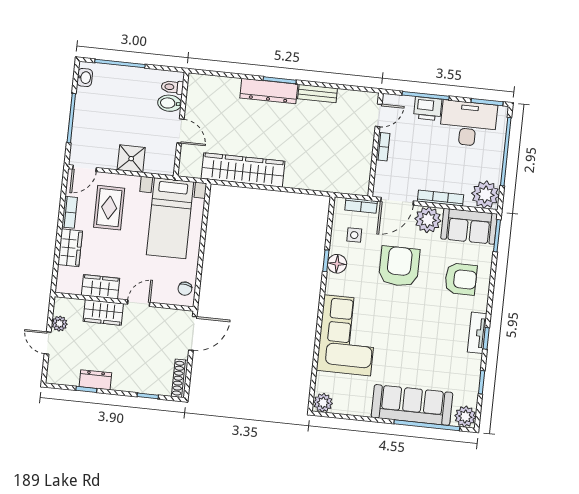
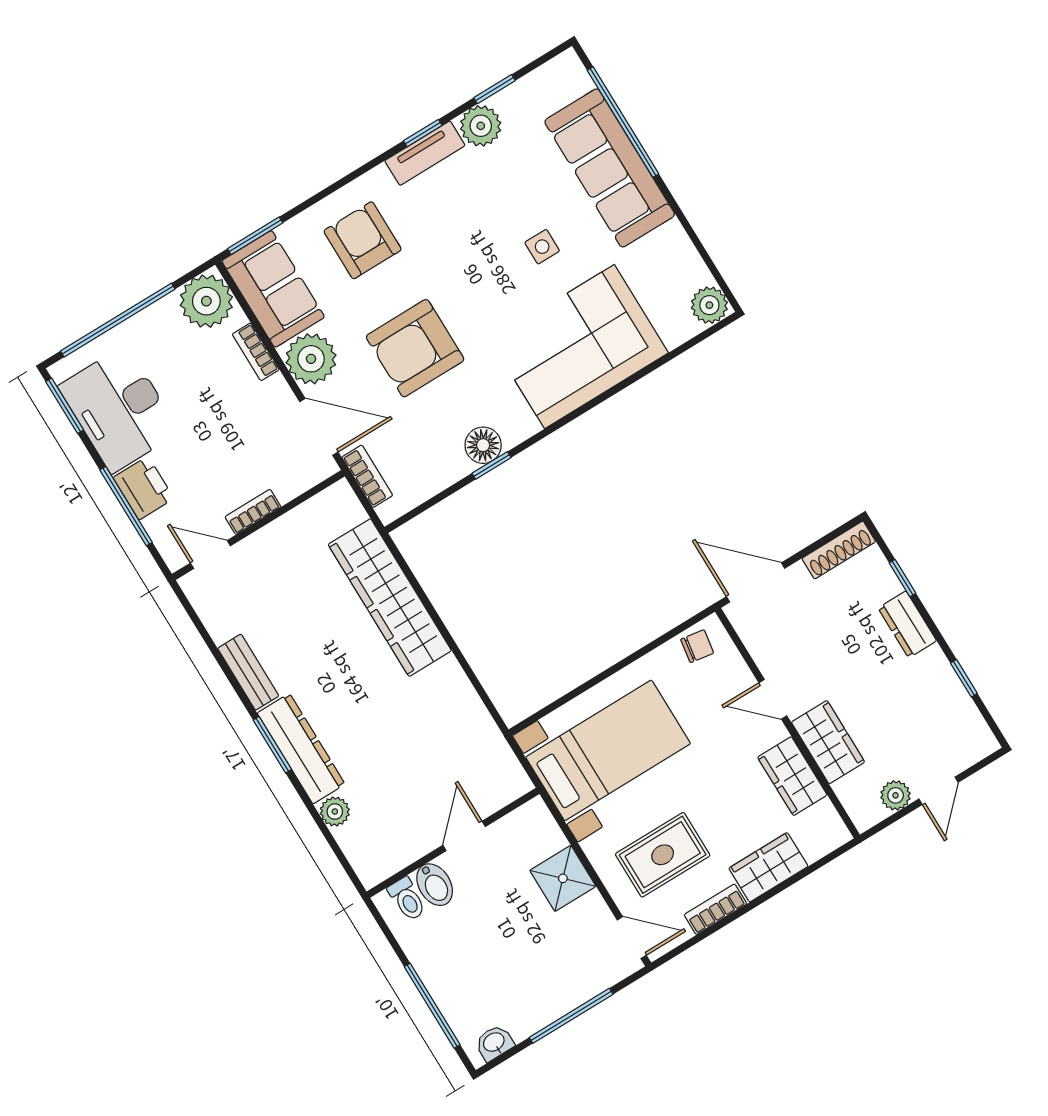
plant: (232, 85) -> (335, 811), added
wardrobe: (243, 170) -> (390, 598), moved
bookcase: (440, 198) -> (256, 352), width x0.64
side table: (354, 235) -> (542, 247), moved
dresser: (95, 380) -> (907, 624), moved
plant: (465, 417) -> (481, 126), moved

